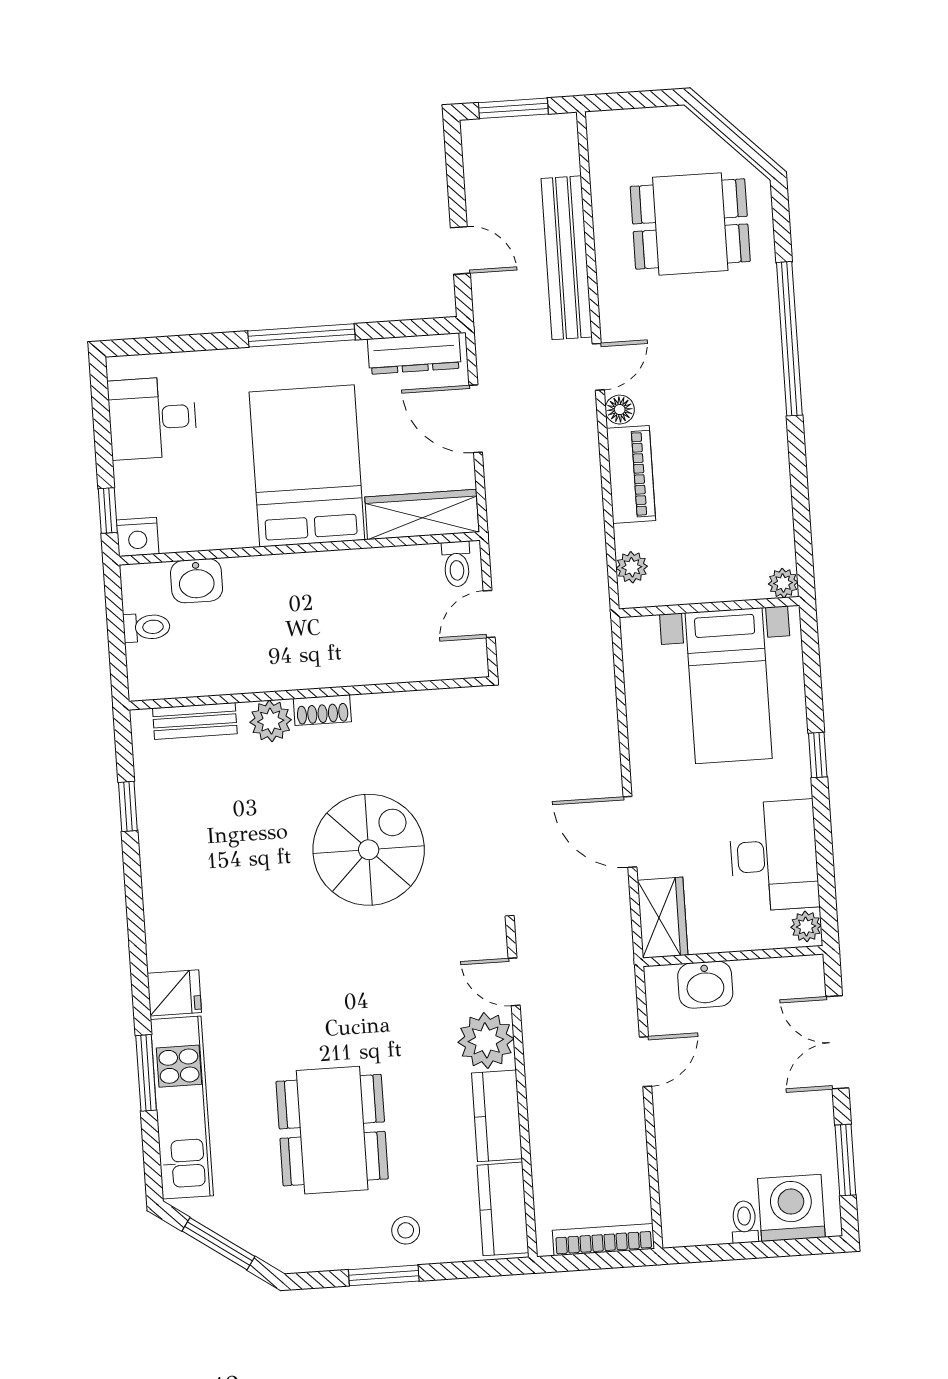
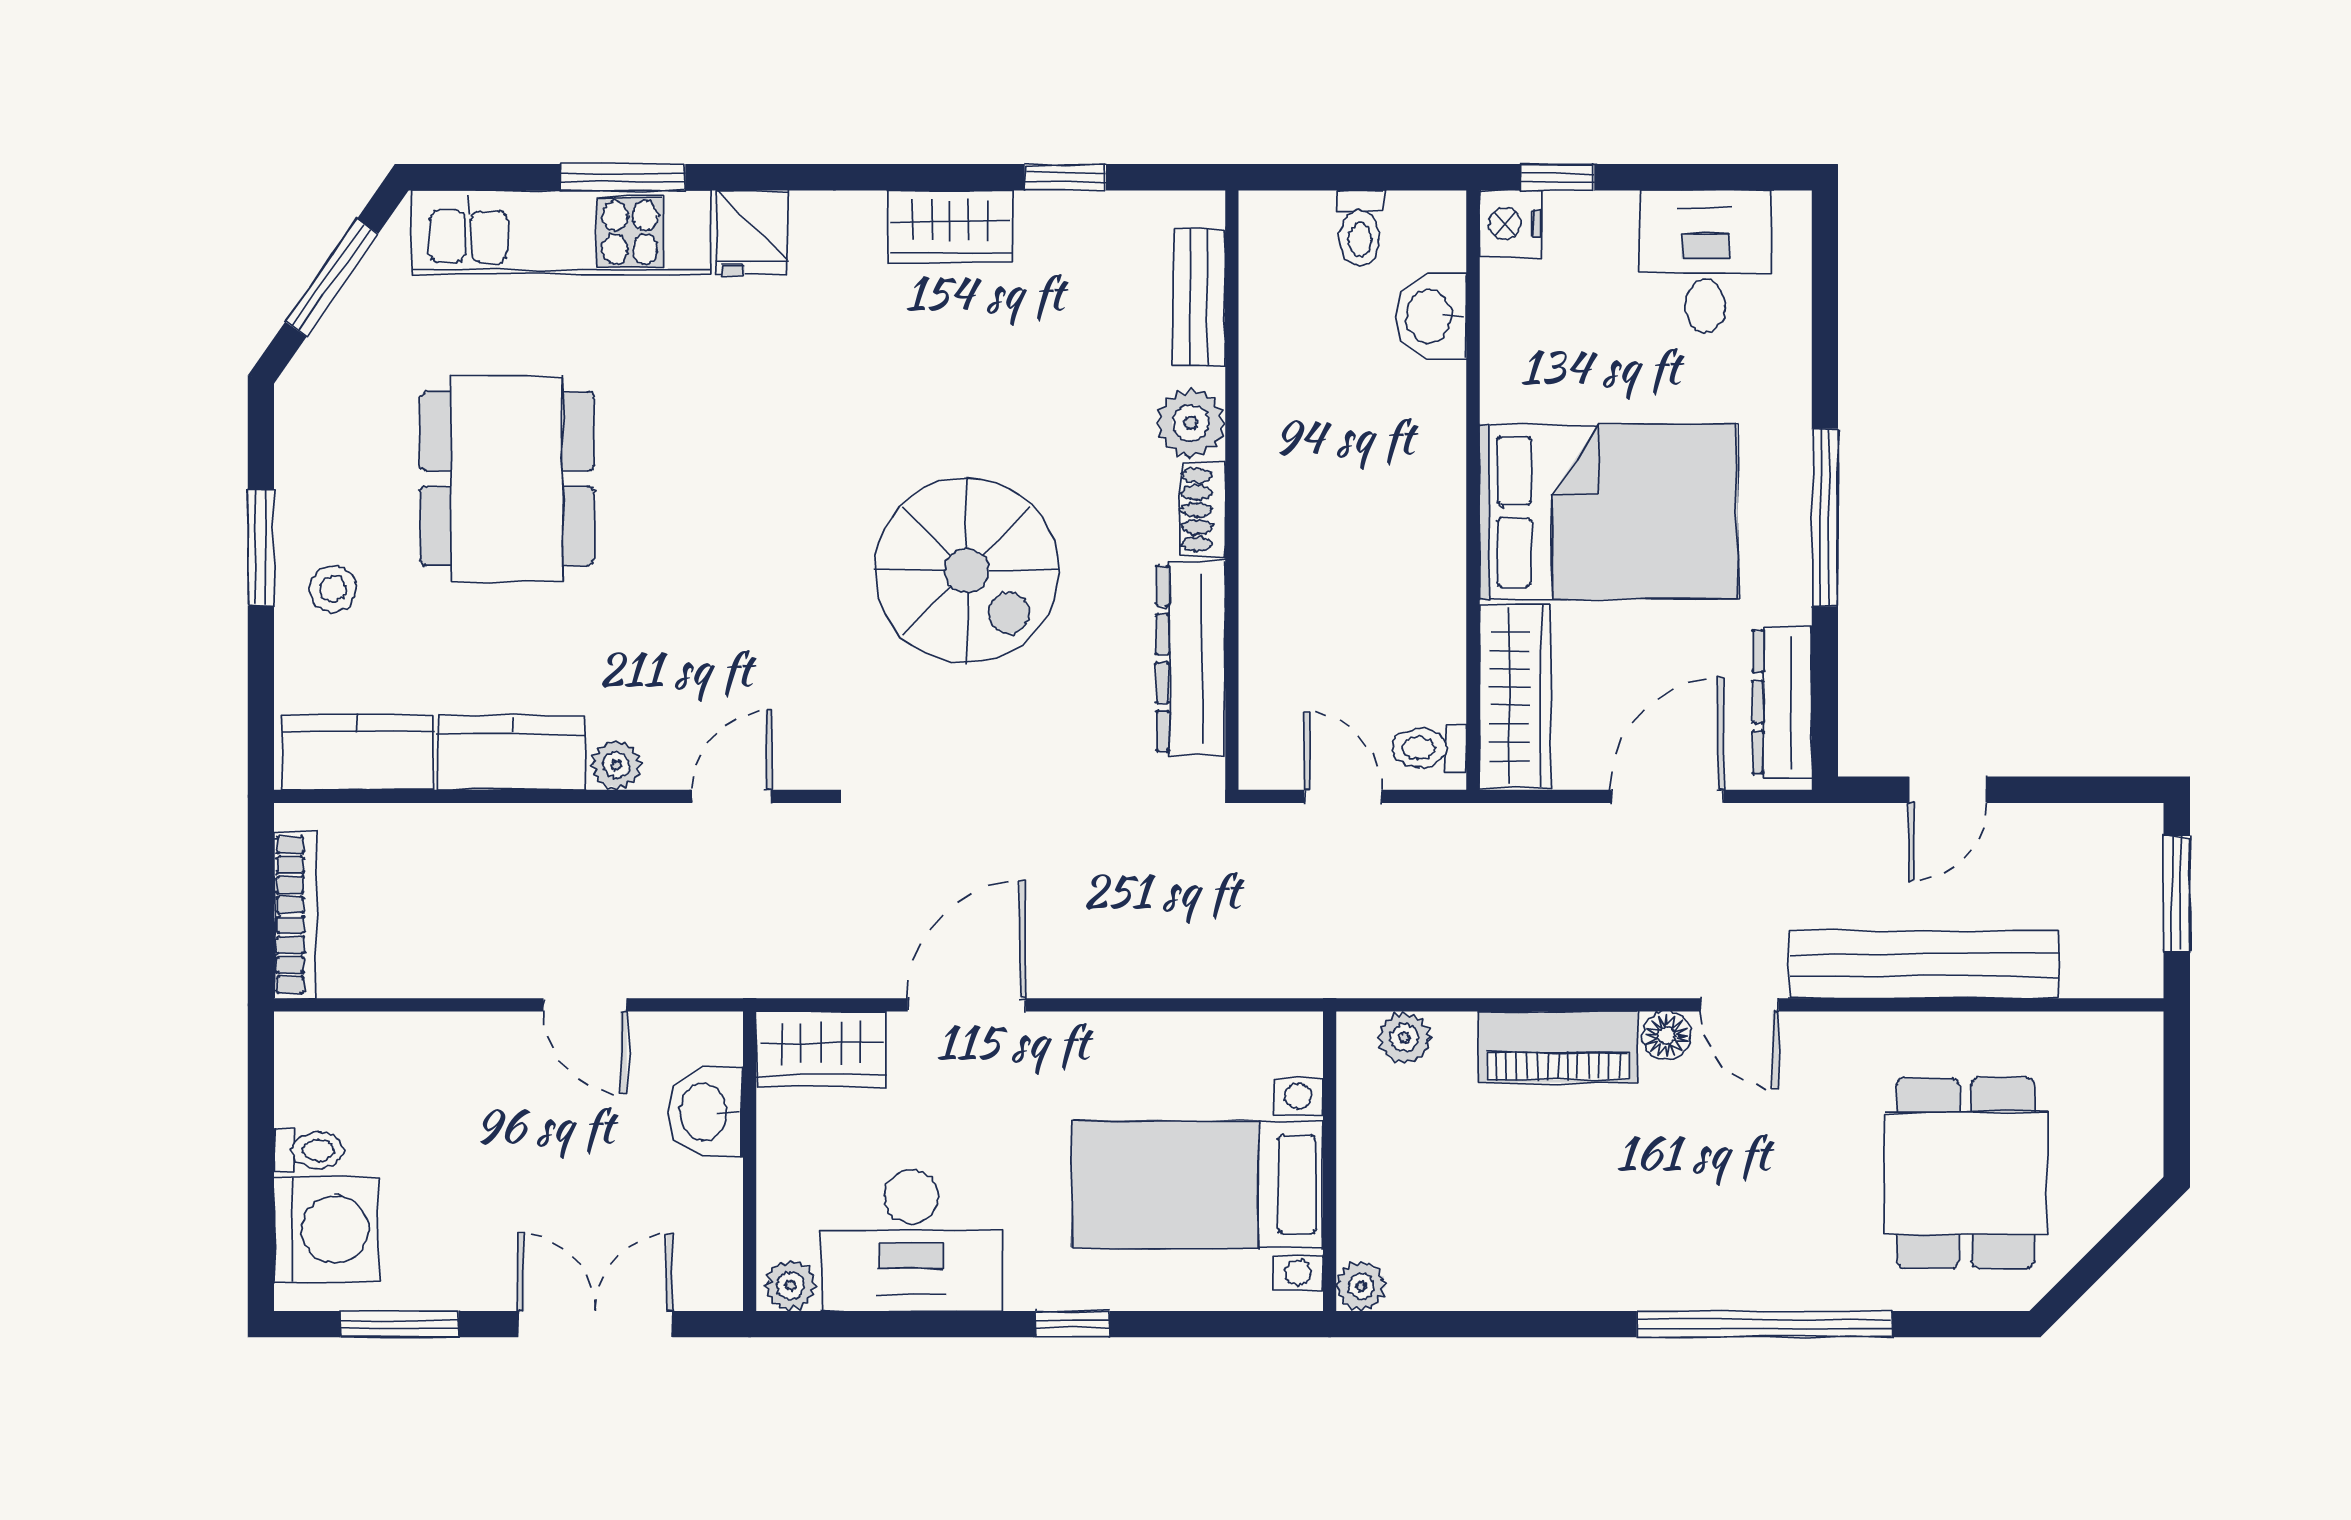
dresser: (412, 711) -> (1191, 658), added
wardrobe: (162, 874) -> (950, 227), added
plant: (486, 1040) -> (616, 765), width x0.53, depth x0.53
dining table: (332, 1130) -> (507, 479), turned 90

